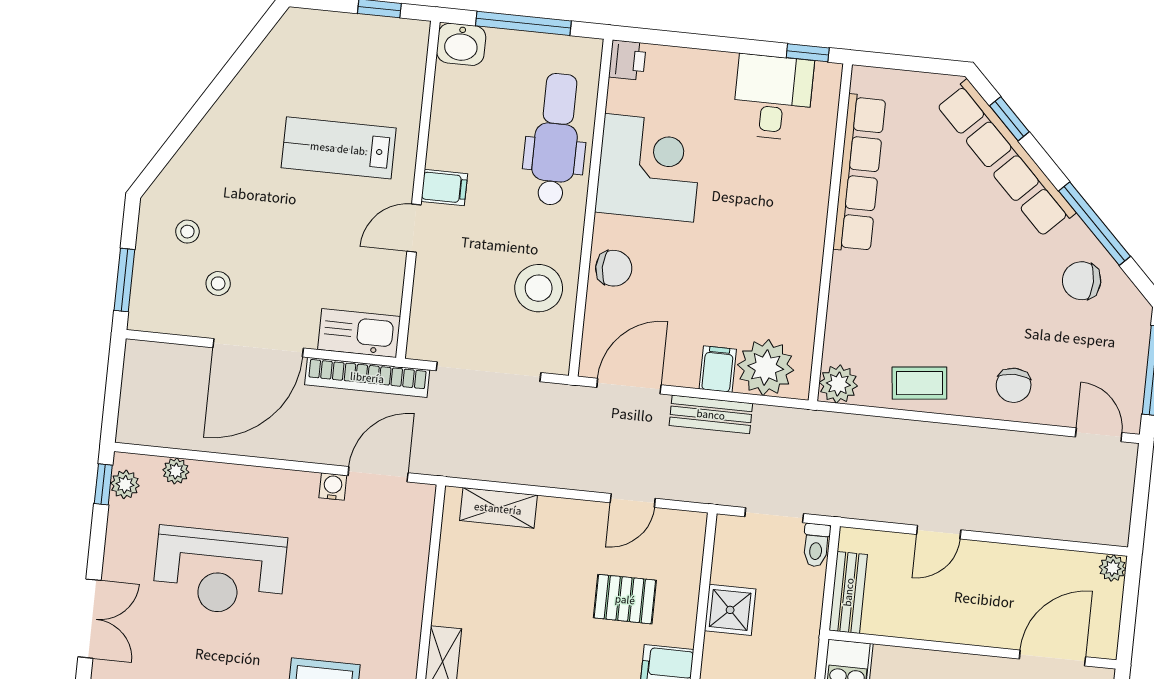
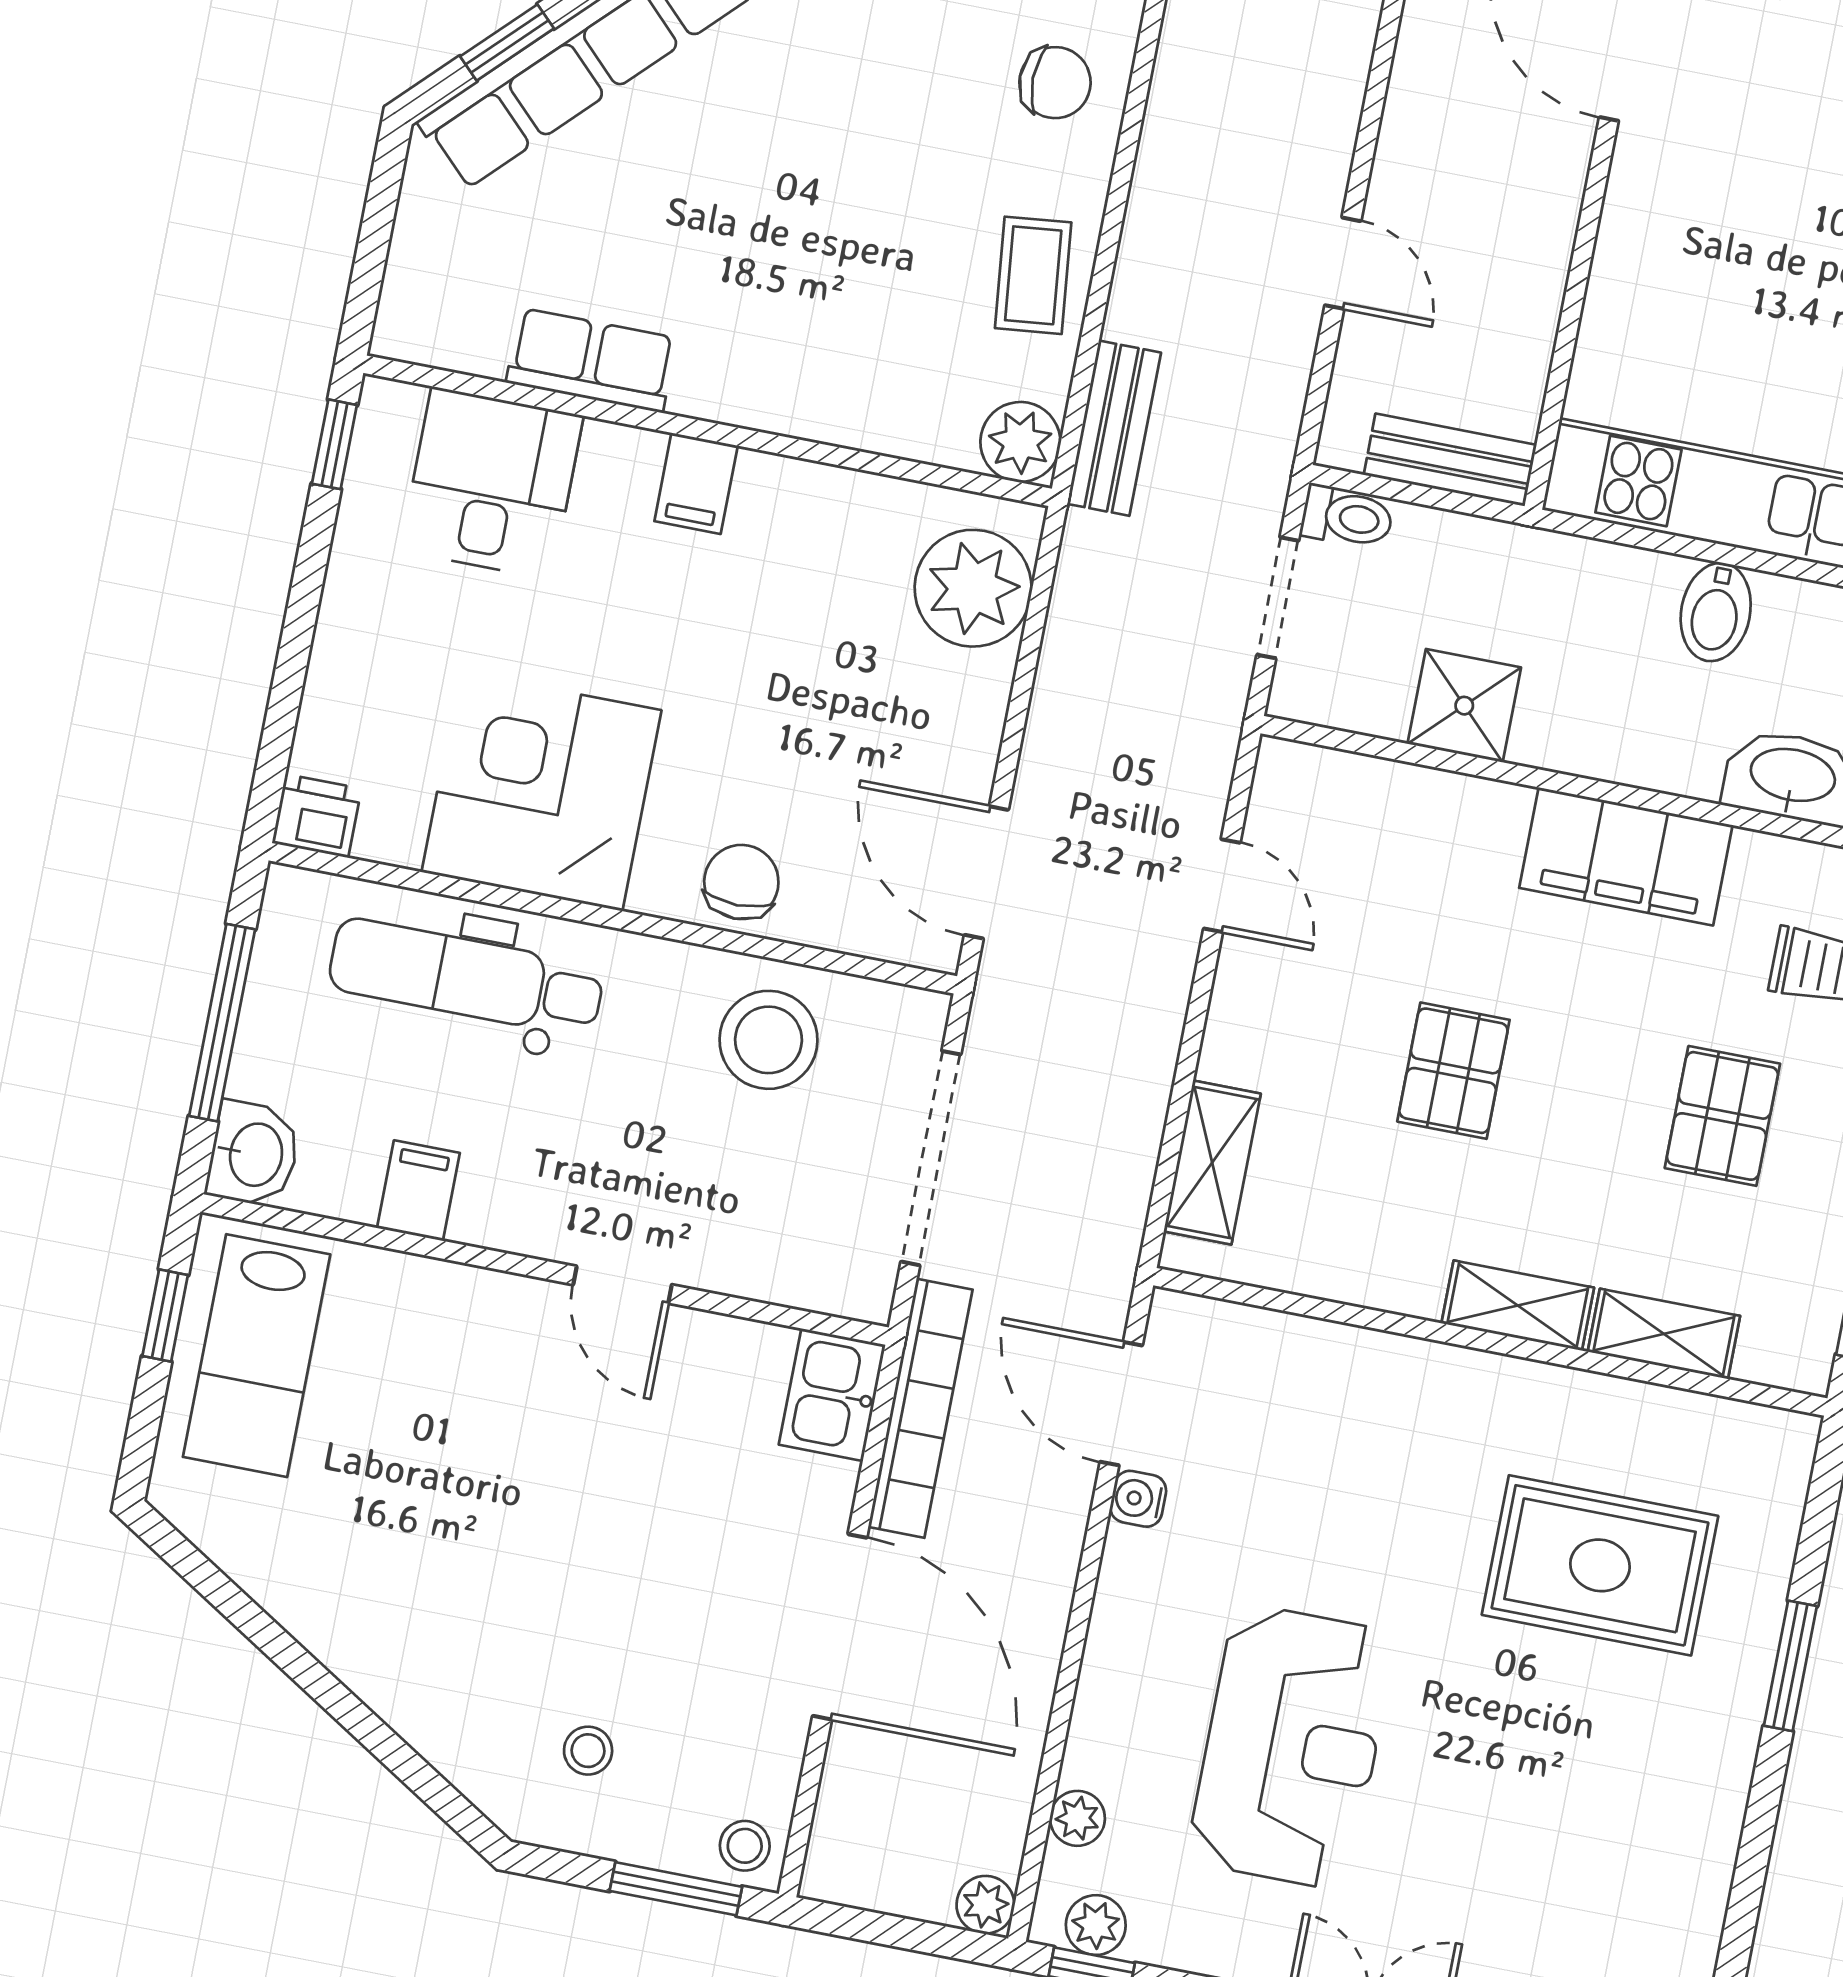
desk: (773, 97) -> (492, 483), moved, turned 90
lab bench: (339, 148) -> (257, 1356), moved
row of seats: (859, 173) -> (591, 360), width x0.50
filing cabinet: (444, 188) -> (418, 1191), moved
stool: (218, 283) -> (745, 1846), moved
kitchen sink: (359, 333) -> (832, 1395), width x0.73
filing cabinet: (718, 369) -> (696, 483), moved, turned -90
bench: (711, 414) -> (1114, 428), moved
plant: (130, 430) -> (985, 1905), added
pallet: (625, 599) -> (1453, 1071), moved

